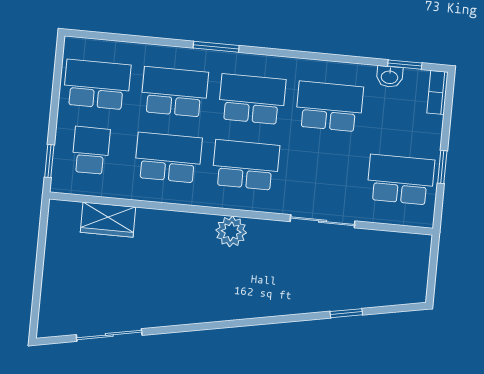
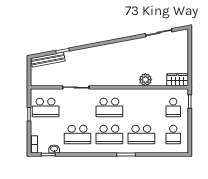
school desk: (97, 84) -> (173, 135), width x0.54
school desk: (168, 158) -> (141, 107), removed
wardrobe: (108, 220) -> (178, 80), moved
plant: (231, 231) -> (145, 80), moved
bench: (384, 295) -> (48, 60), added

